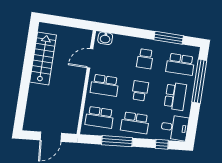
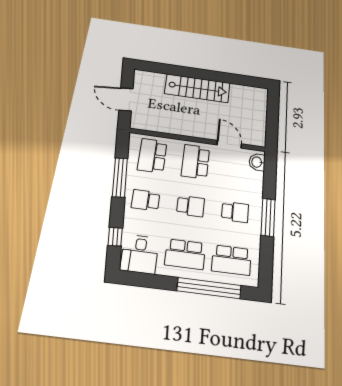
window: (169, 38) -> (268, 217), moved
stairs: (43, 59) -> (197, 88), moved
school desk: (145, 59) -> (235, 212), turned 180
school desk: (180, 64) -> (232, 260), turned -90
school desk: (135, 123) -> (146, 200), width x0.54

